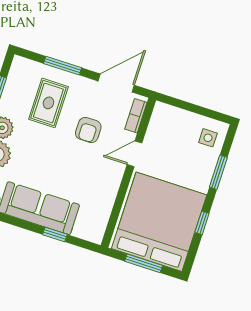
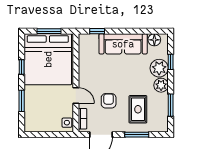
side table: (208, 138) -> (67, 123), moved
door: (135, 154) -> (76, 95), hinge flipped
window: (55, 234) -> (97, 31), moved

